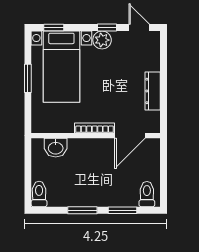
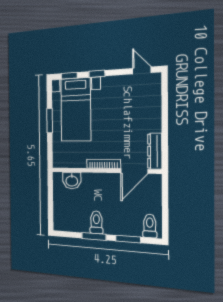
window: (107, 28) -> (97, 74), moved
plant: (102, 40) -> (109, 84), removed
dresser: (153, 91) -> (155, 151), moved
toilet: (39, 194) -> (96, 222), moved

